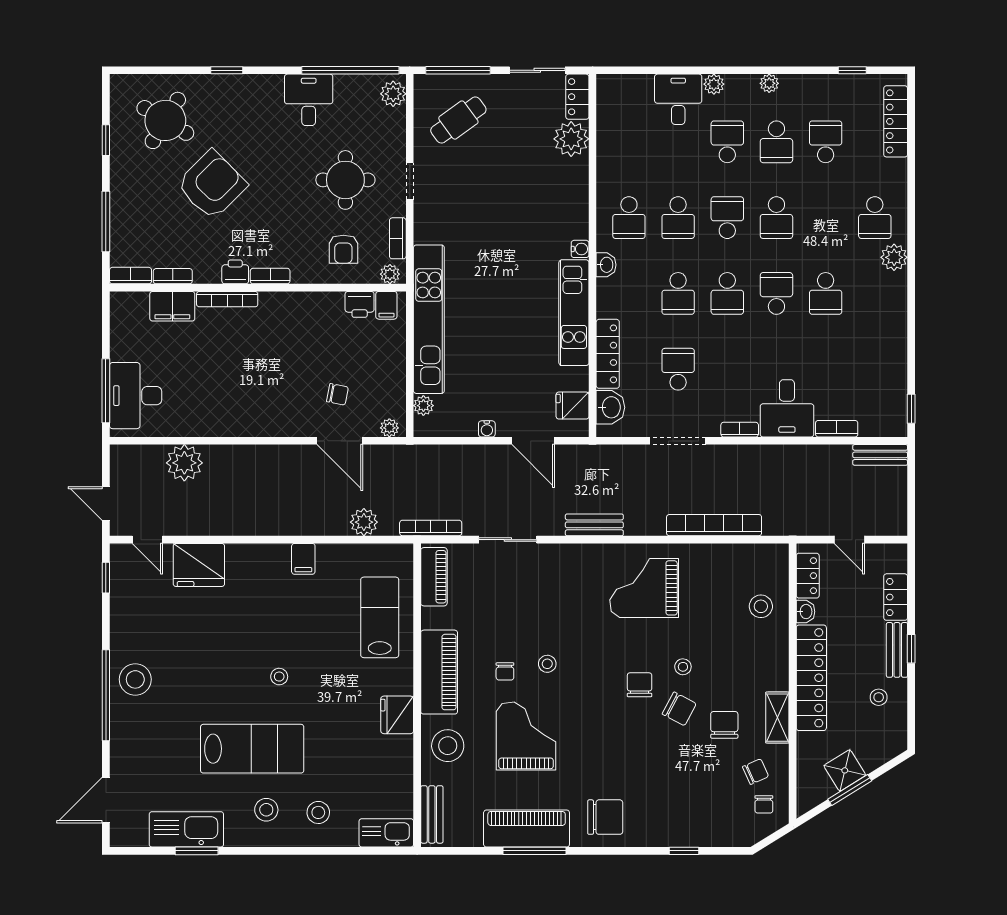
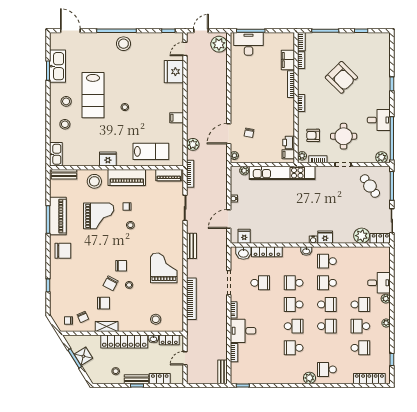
round table: (165, 120) -> (370, 57), removed
school desk: (776, 218) -> (327, 326), turned 180
fridge: (575, 222) -> (325, 237), added
printer: (235, 272) -> (303, 88), removed
kitchen unit: (574, 313) -> (285, 237), removed
plant: (184, 463) -> (219, 44), moved
chair: (605, 817) -> (63, 251), turned -90

